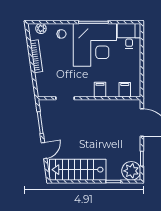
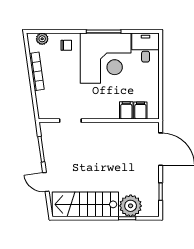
filing cabinet: (100, 90) -> (126, 110), moved
door: (44, 151) -> (46, 182), swing flipped
plant: (131, 171) -> (131, 206), moved

